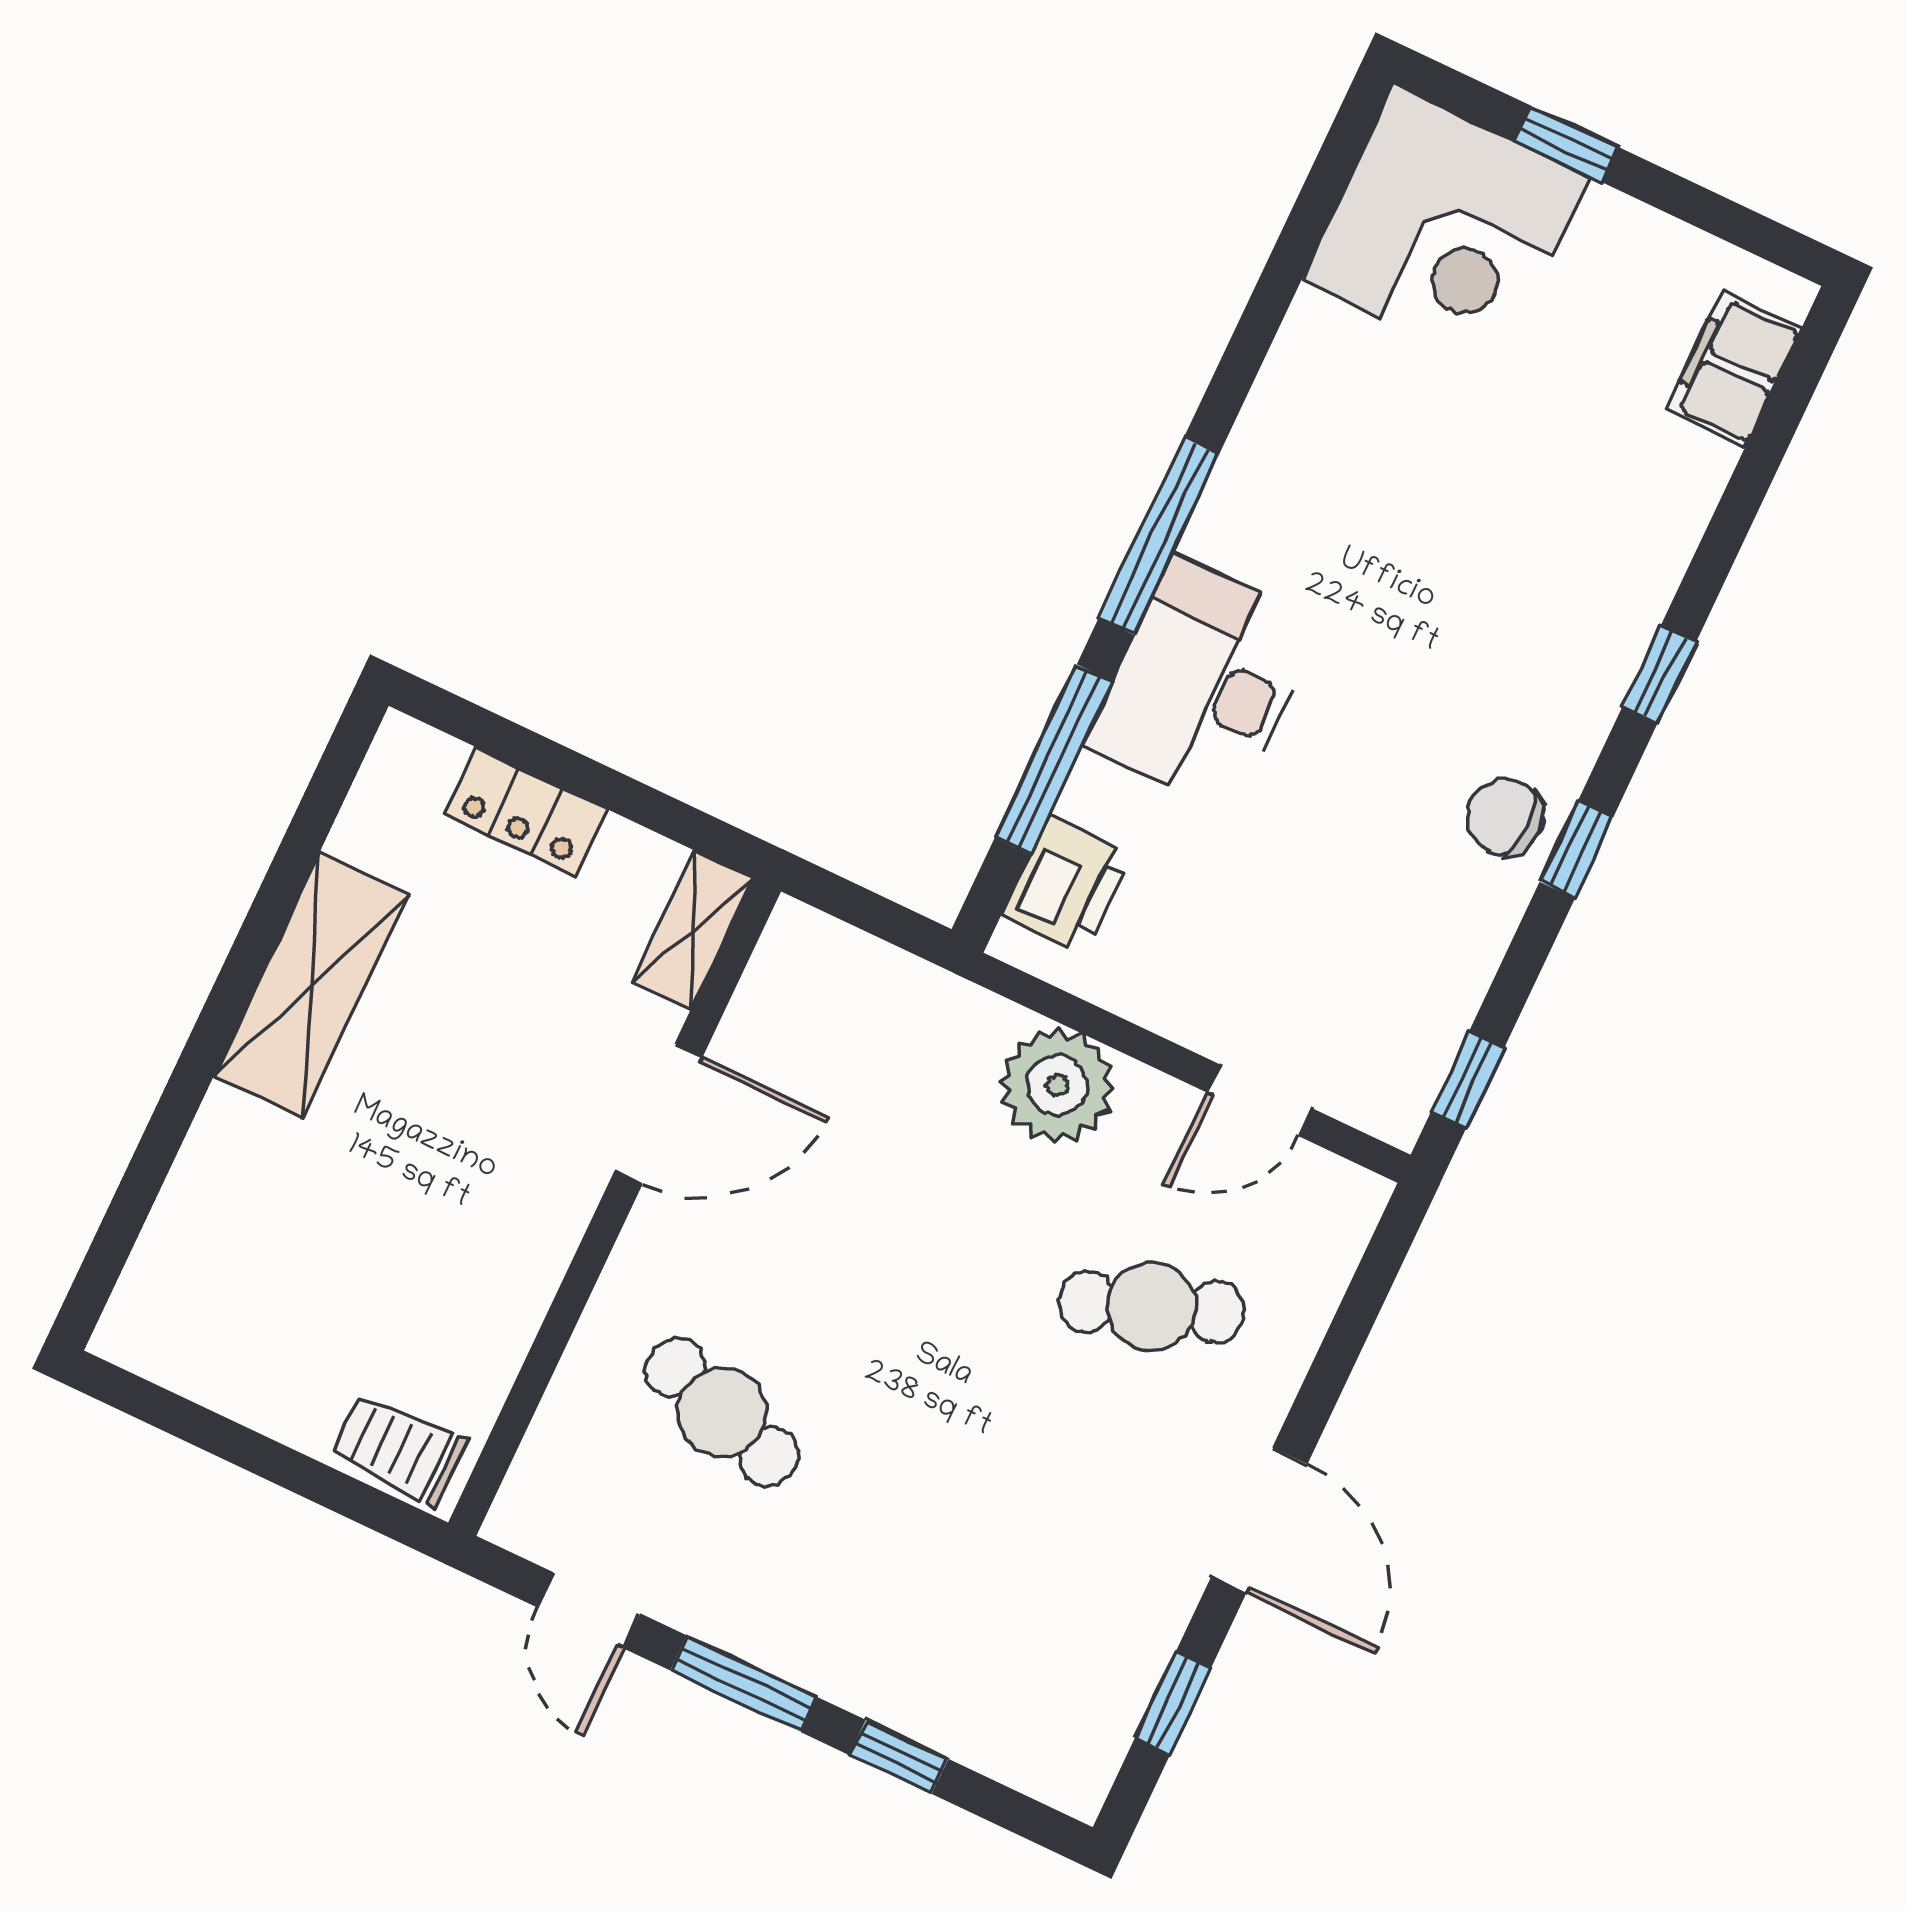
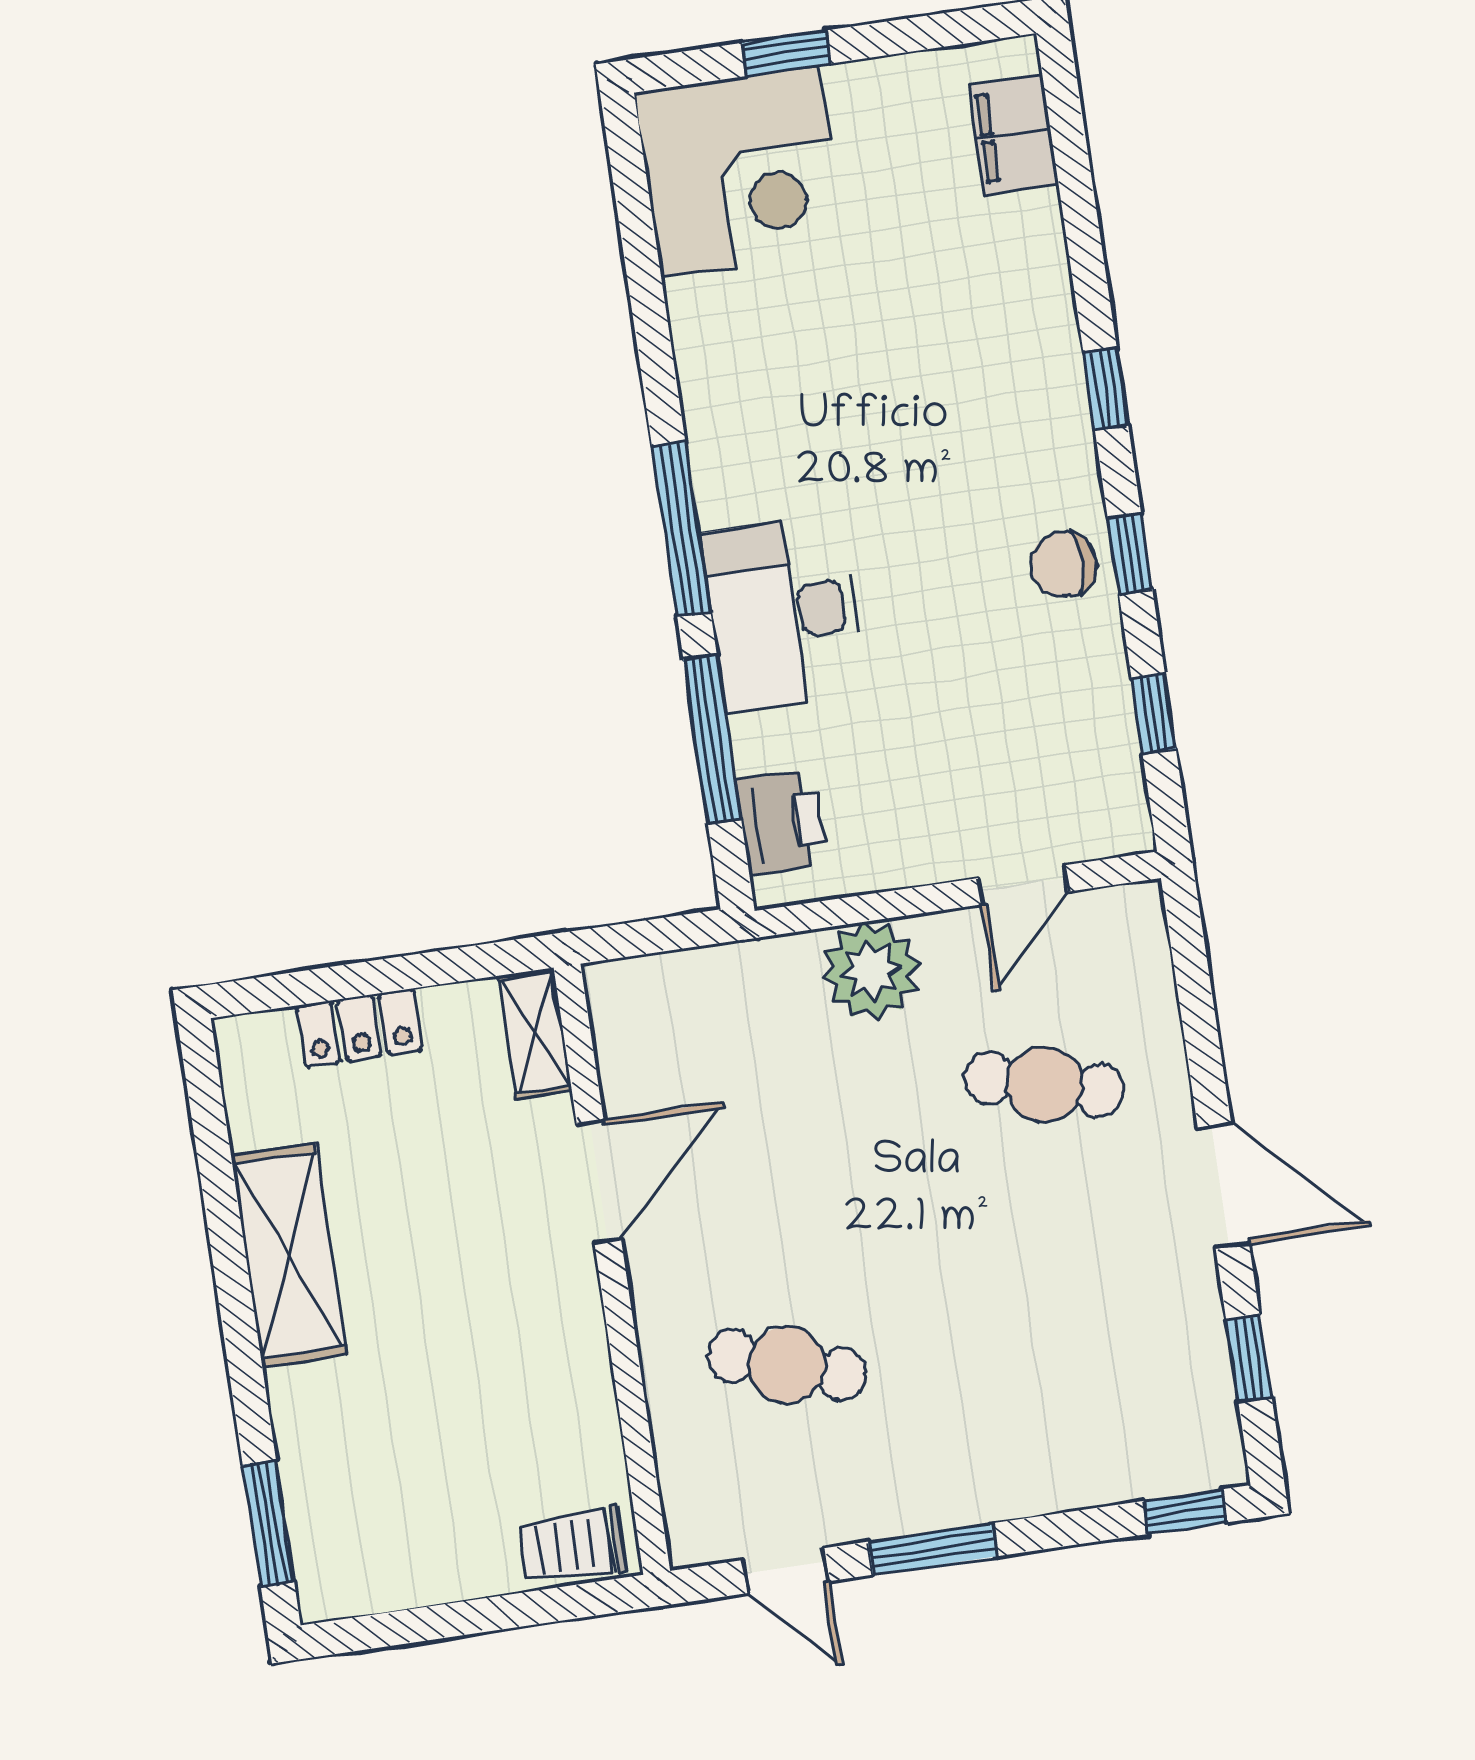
window: (1468, 1080) -> (1154, 713), moved
window: (119, 1231) -> (268, 1523), added
cafe table: (1152, 1307) -> (1044, 1084), turned 36
window: (899, 1757) -> (1185, 1512), moved

